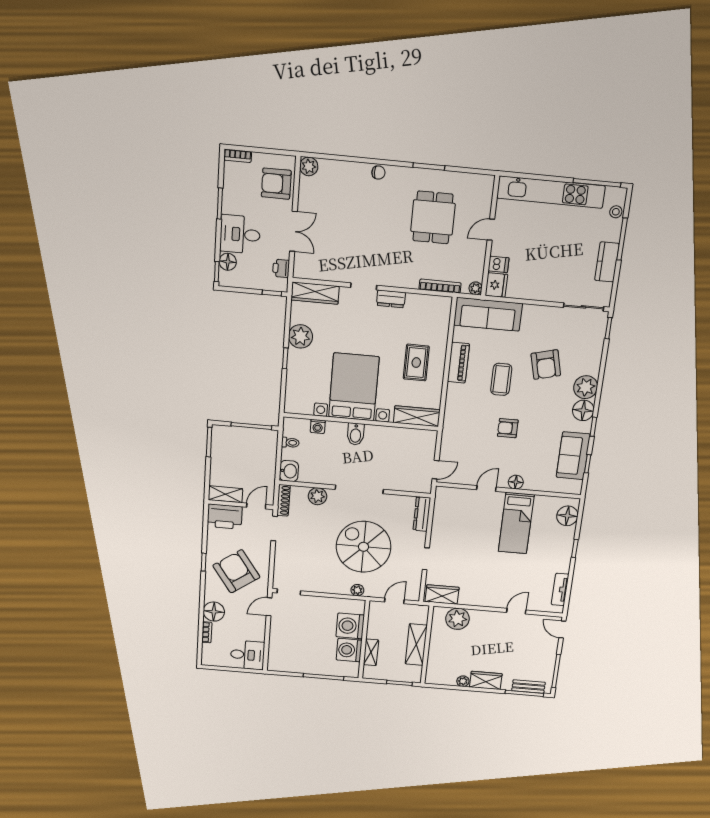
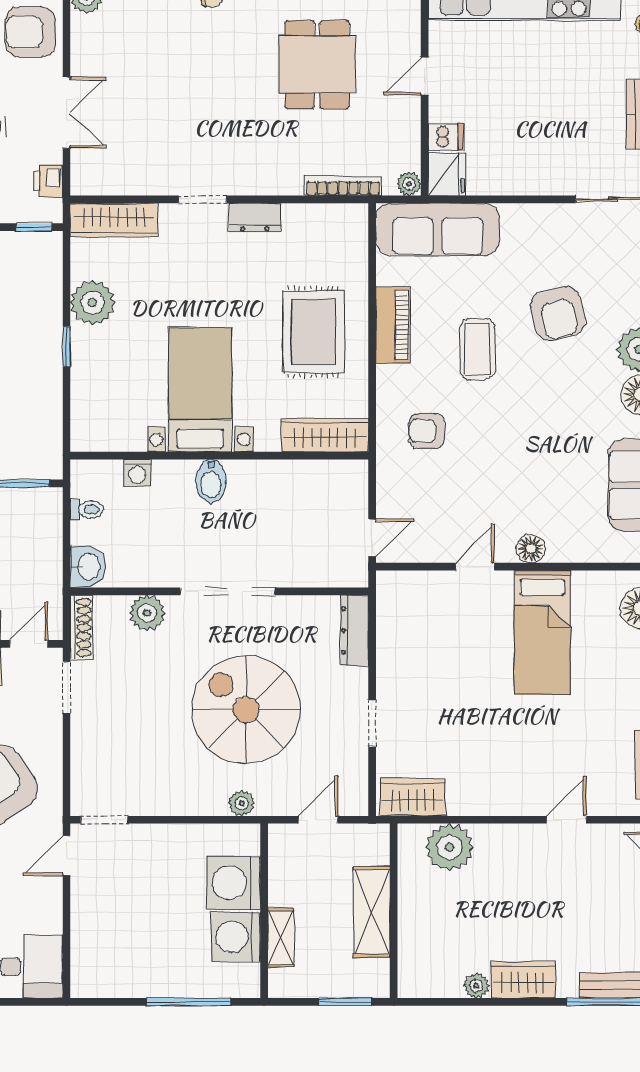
rug: (416, 363) -> (314, 332), width x1.36, depth x1.43
bed with nightstands: (354, 387) -> (200, 389), width x0.73
armchair: (508, 428) -> (427, 431), moved

